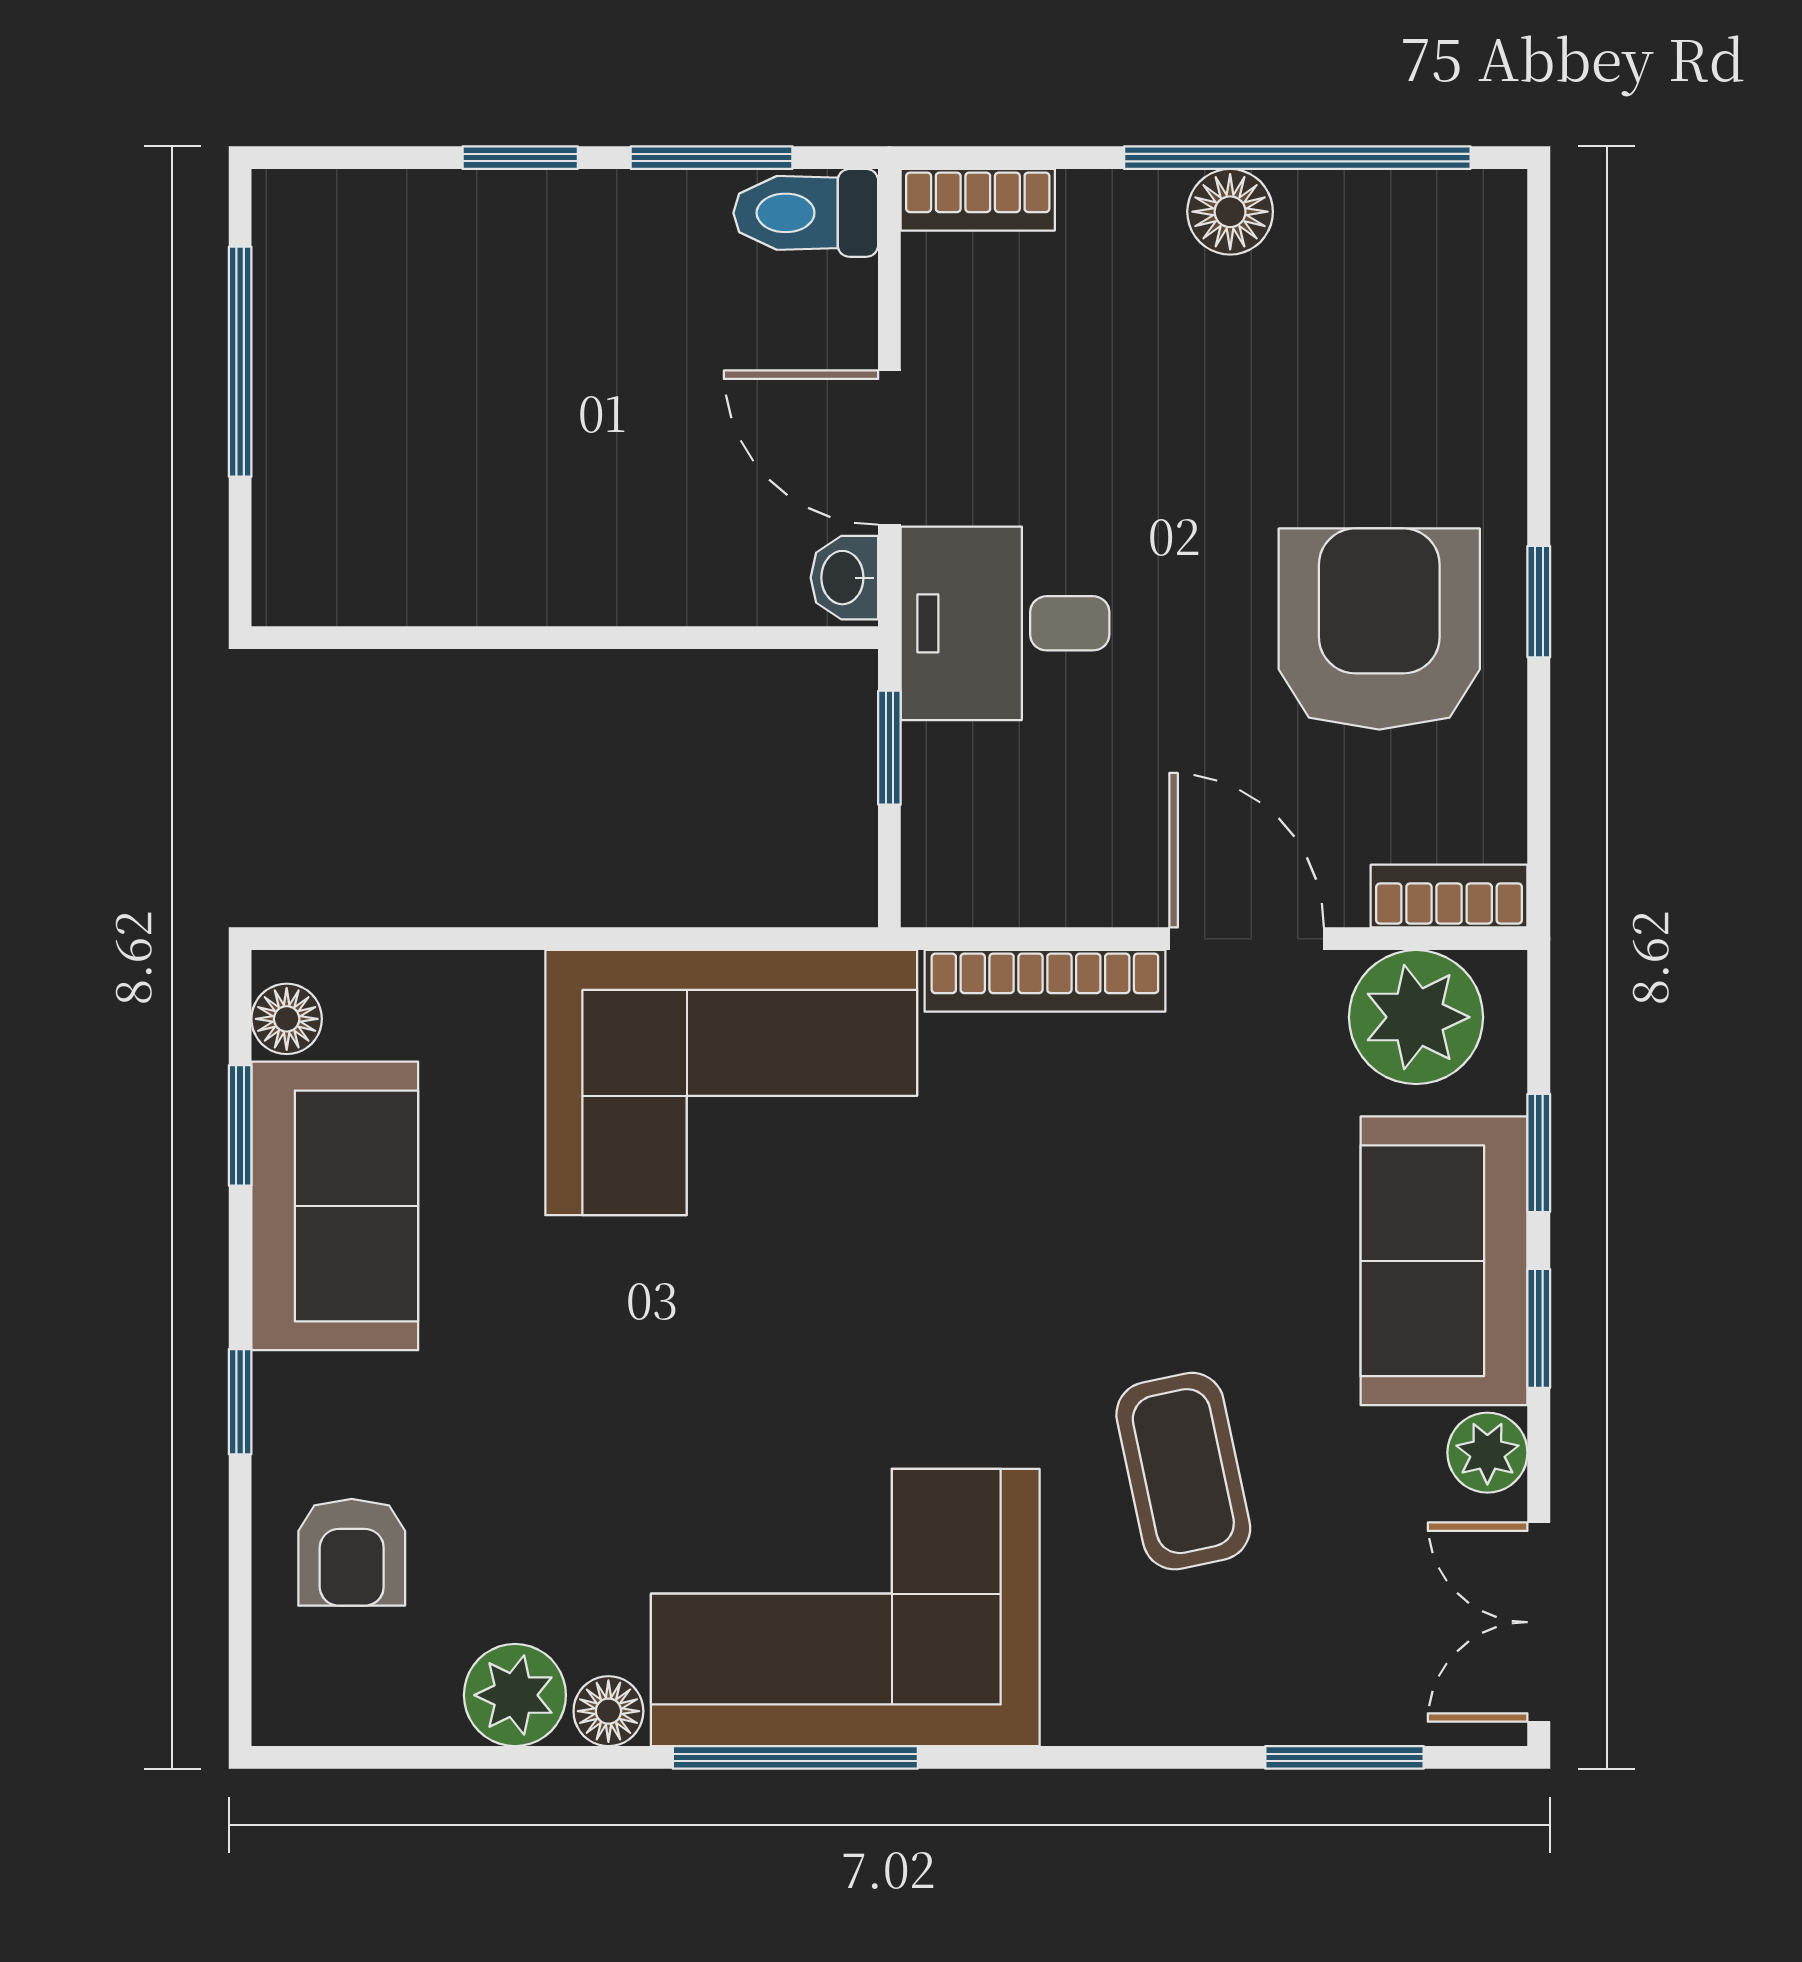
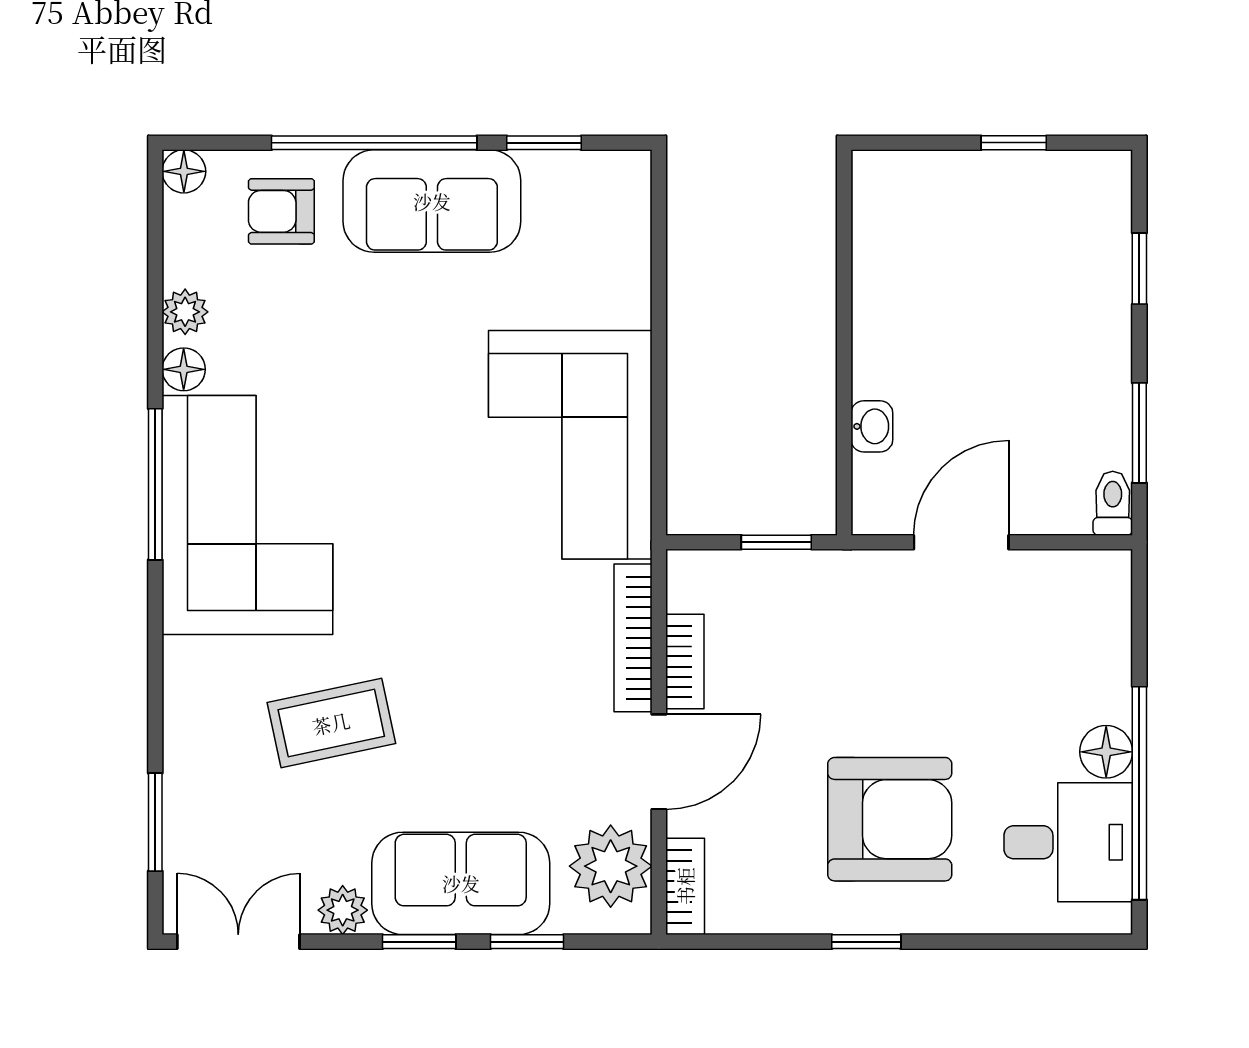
window: (520, 158) -> (1139, 269), moved
bookcase: (978, 200) -> (685, 662), moved, turned 180
toilet: (806, 213) -> (1113, 503), width x0.73, depth x0.72
window: (240, 362) -> (1014, 143), width x0.46
washbasin: (844, 578) -> (872, 426), moved, turned 90
desk: (1005, 623) -> (1068, 842), moved, turned 90
armchair: (1379, 629) -> (890, 819), moved
floor lamp: (287, 1019) -> (184, 171), moved
sofa: (335, 1206) -> (432, 201), moved
window: (240, 1402) -> (374, 143), width x3.17
plant: (515, 1695) -> (185, 312), width x0.73, depth x0.73

